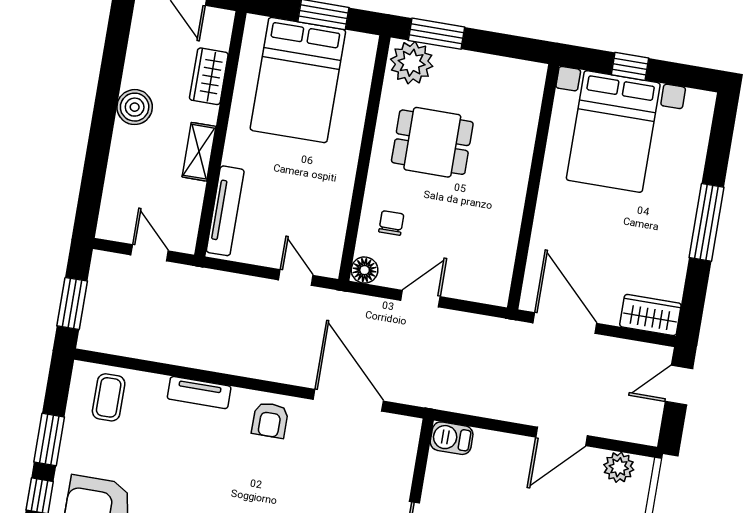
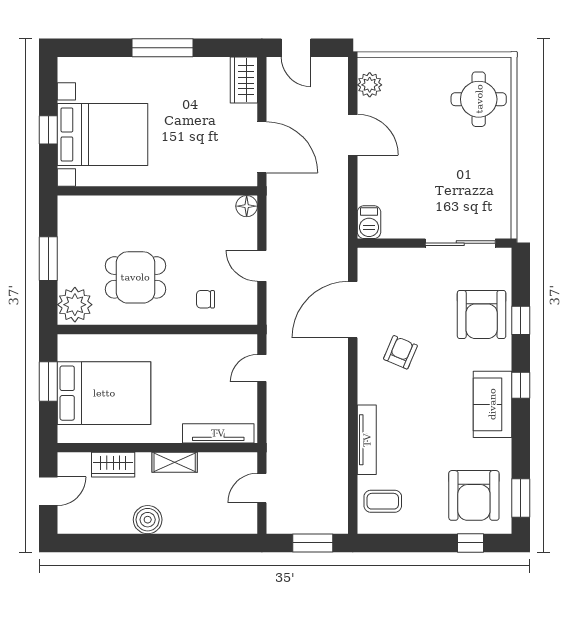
window: (436, 34) -> (48, 259), moved
dining table: (432, 142) -> (135, 277), turned 90
floor lamp: (365, 270) -> (247, 206), moved
door: (565, 323) -> (262, 147), swing flipped
tv unit: (199, 393) -> (367, 440), width x1.41
armchair: (270, 420) -> (400, 352), moved, turned -67
window: (49, 439) -> (424, 543), removed

